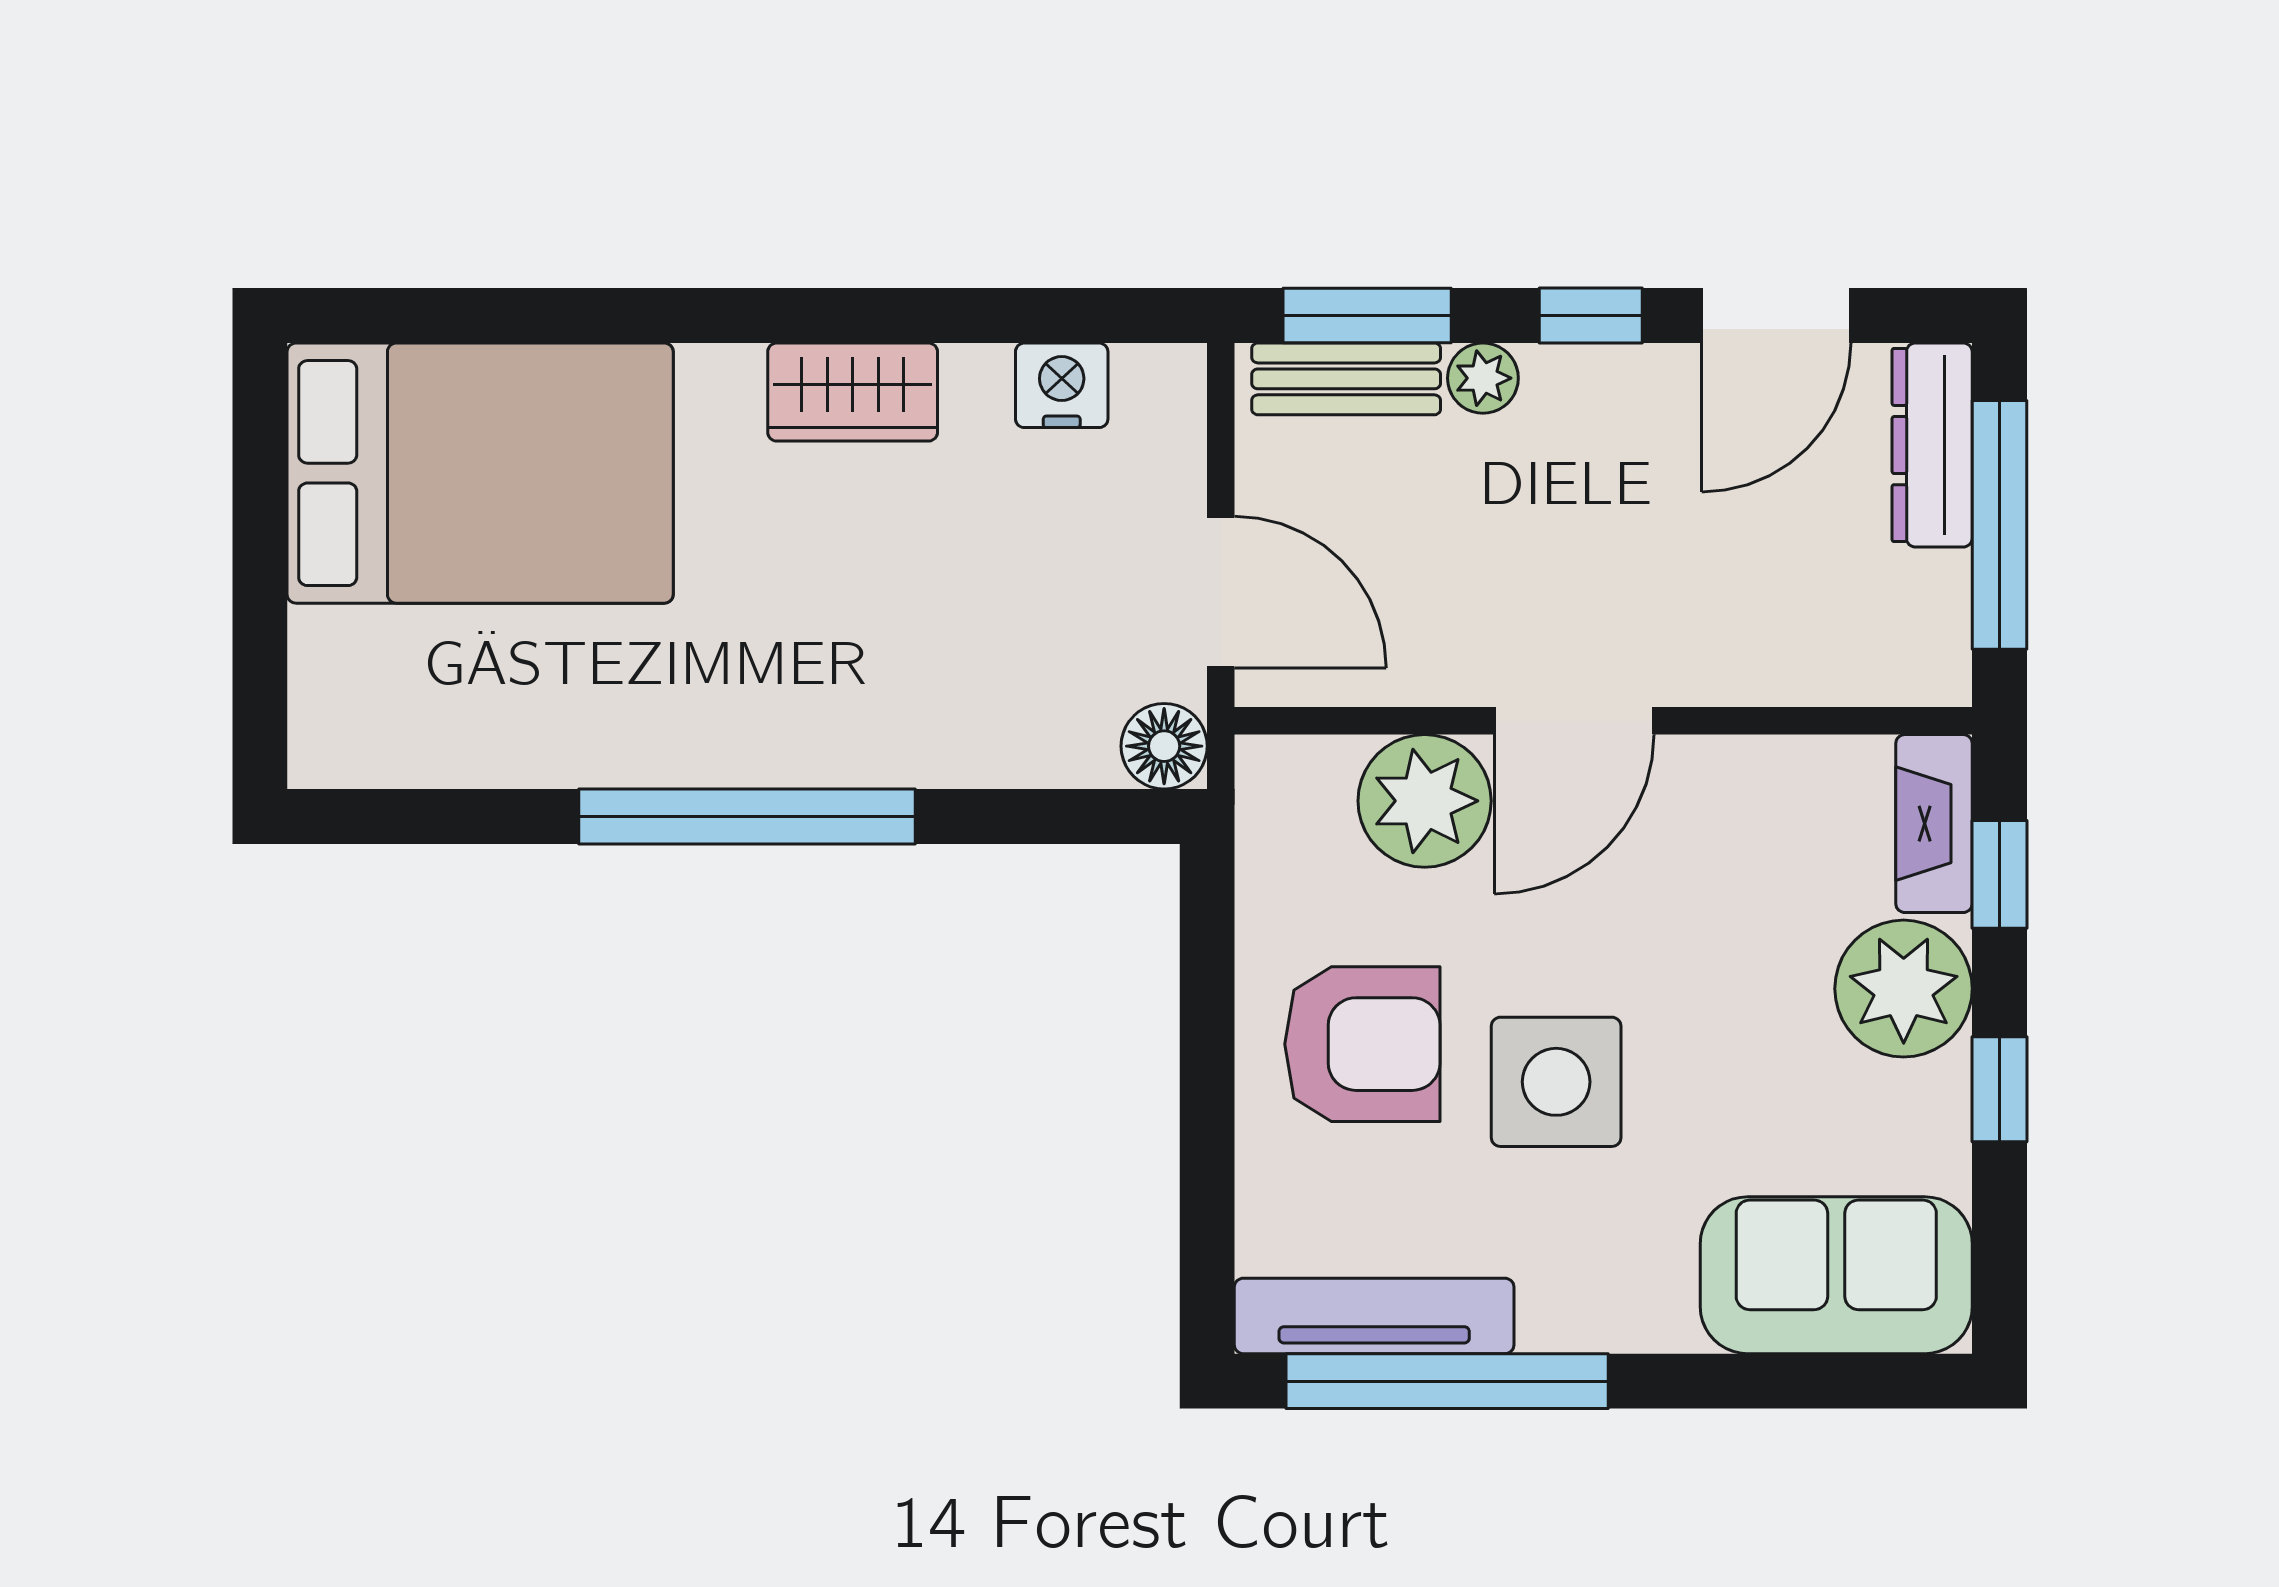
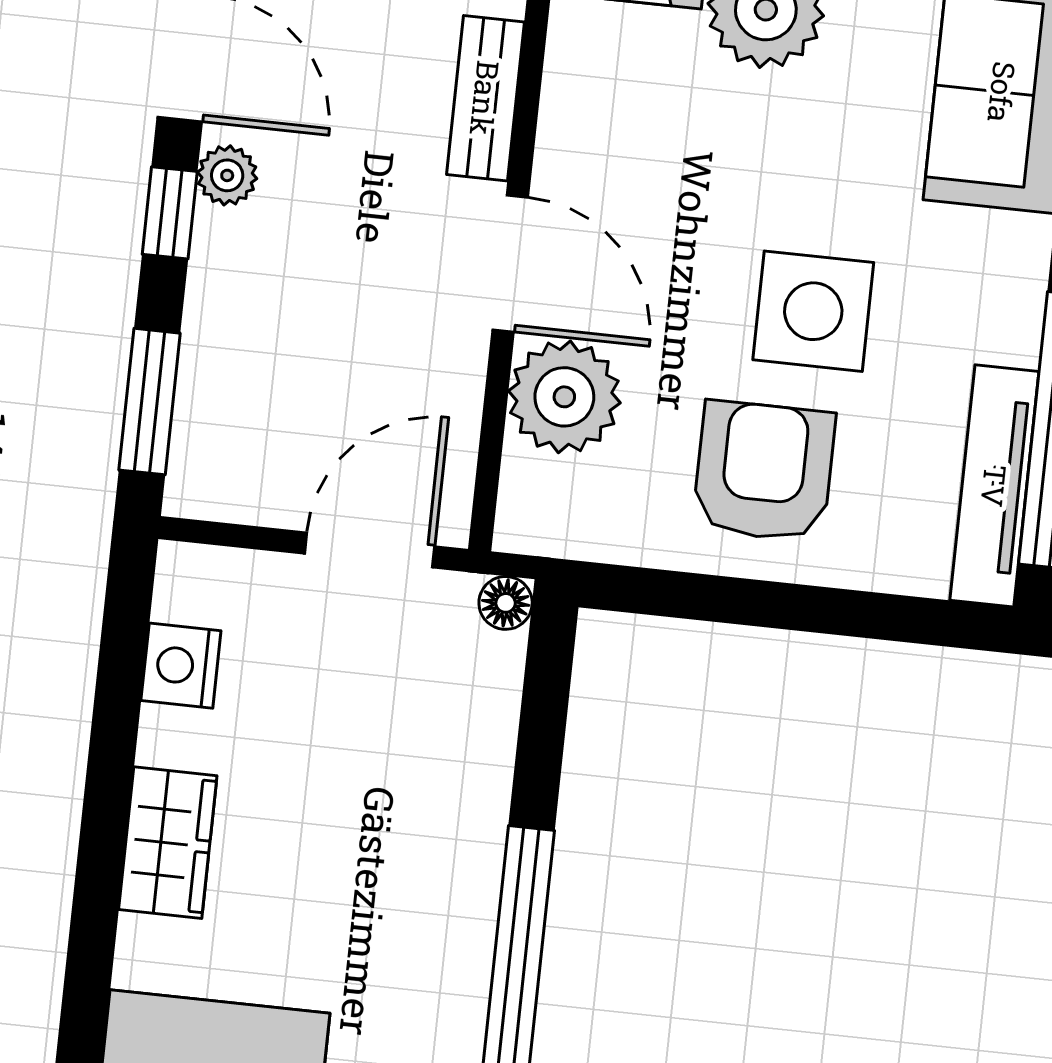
plant: (1483, 378) -> (227, 175), moved
bench: (1346, 379) -> (485, 98), moved
floor lamp: (1164, 746) -> (506, 603), width x0.73, depth x0.73

